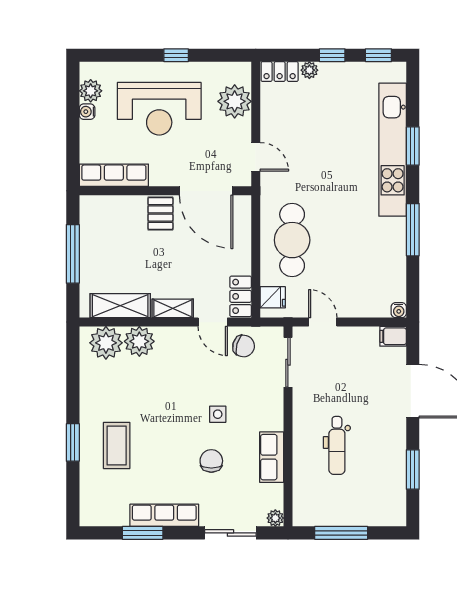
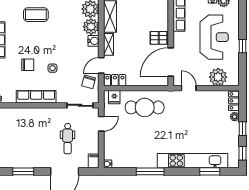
reception desk: (159, 109) -> (214, 37), turned 180
window: (413, 146) -> (210, 171), moved
door: (256, 157) -> (189, 88), swing flipped
water cooler: (166, 337) -> (94, 41), added
dental chair: (337, 445) -> (68, 139), moved, turned -90
row of seats: (272, 457) -> (36, 97), width x1.48

